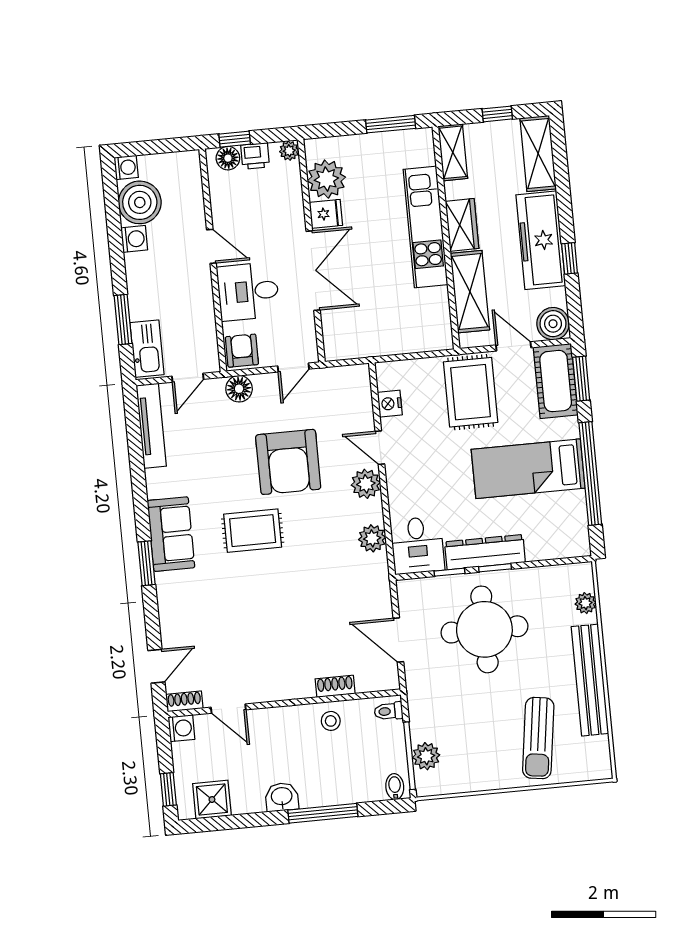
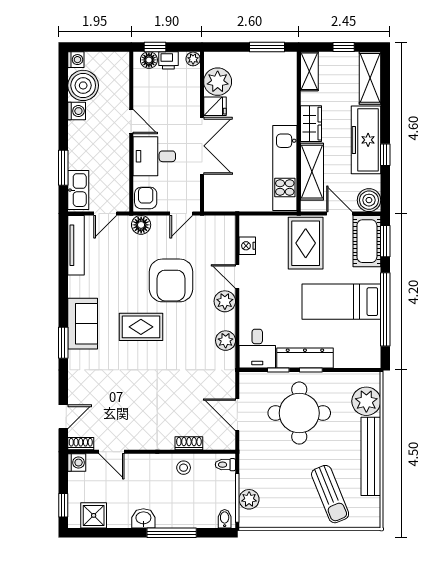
kitchen unit: (425, 227) -> (285, 168), moved
plant: (586, 603) -> (366, 401), width x1.88, depth x1.88
sun lounger: (538, 738) -> (330, 494), turned -30

